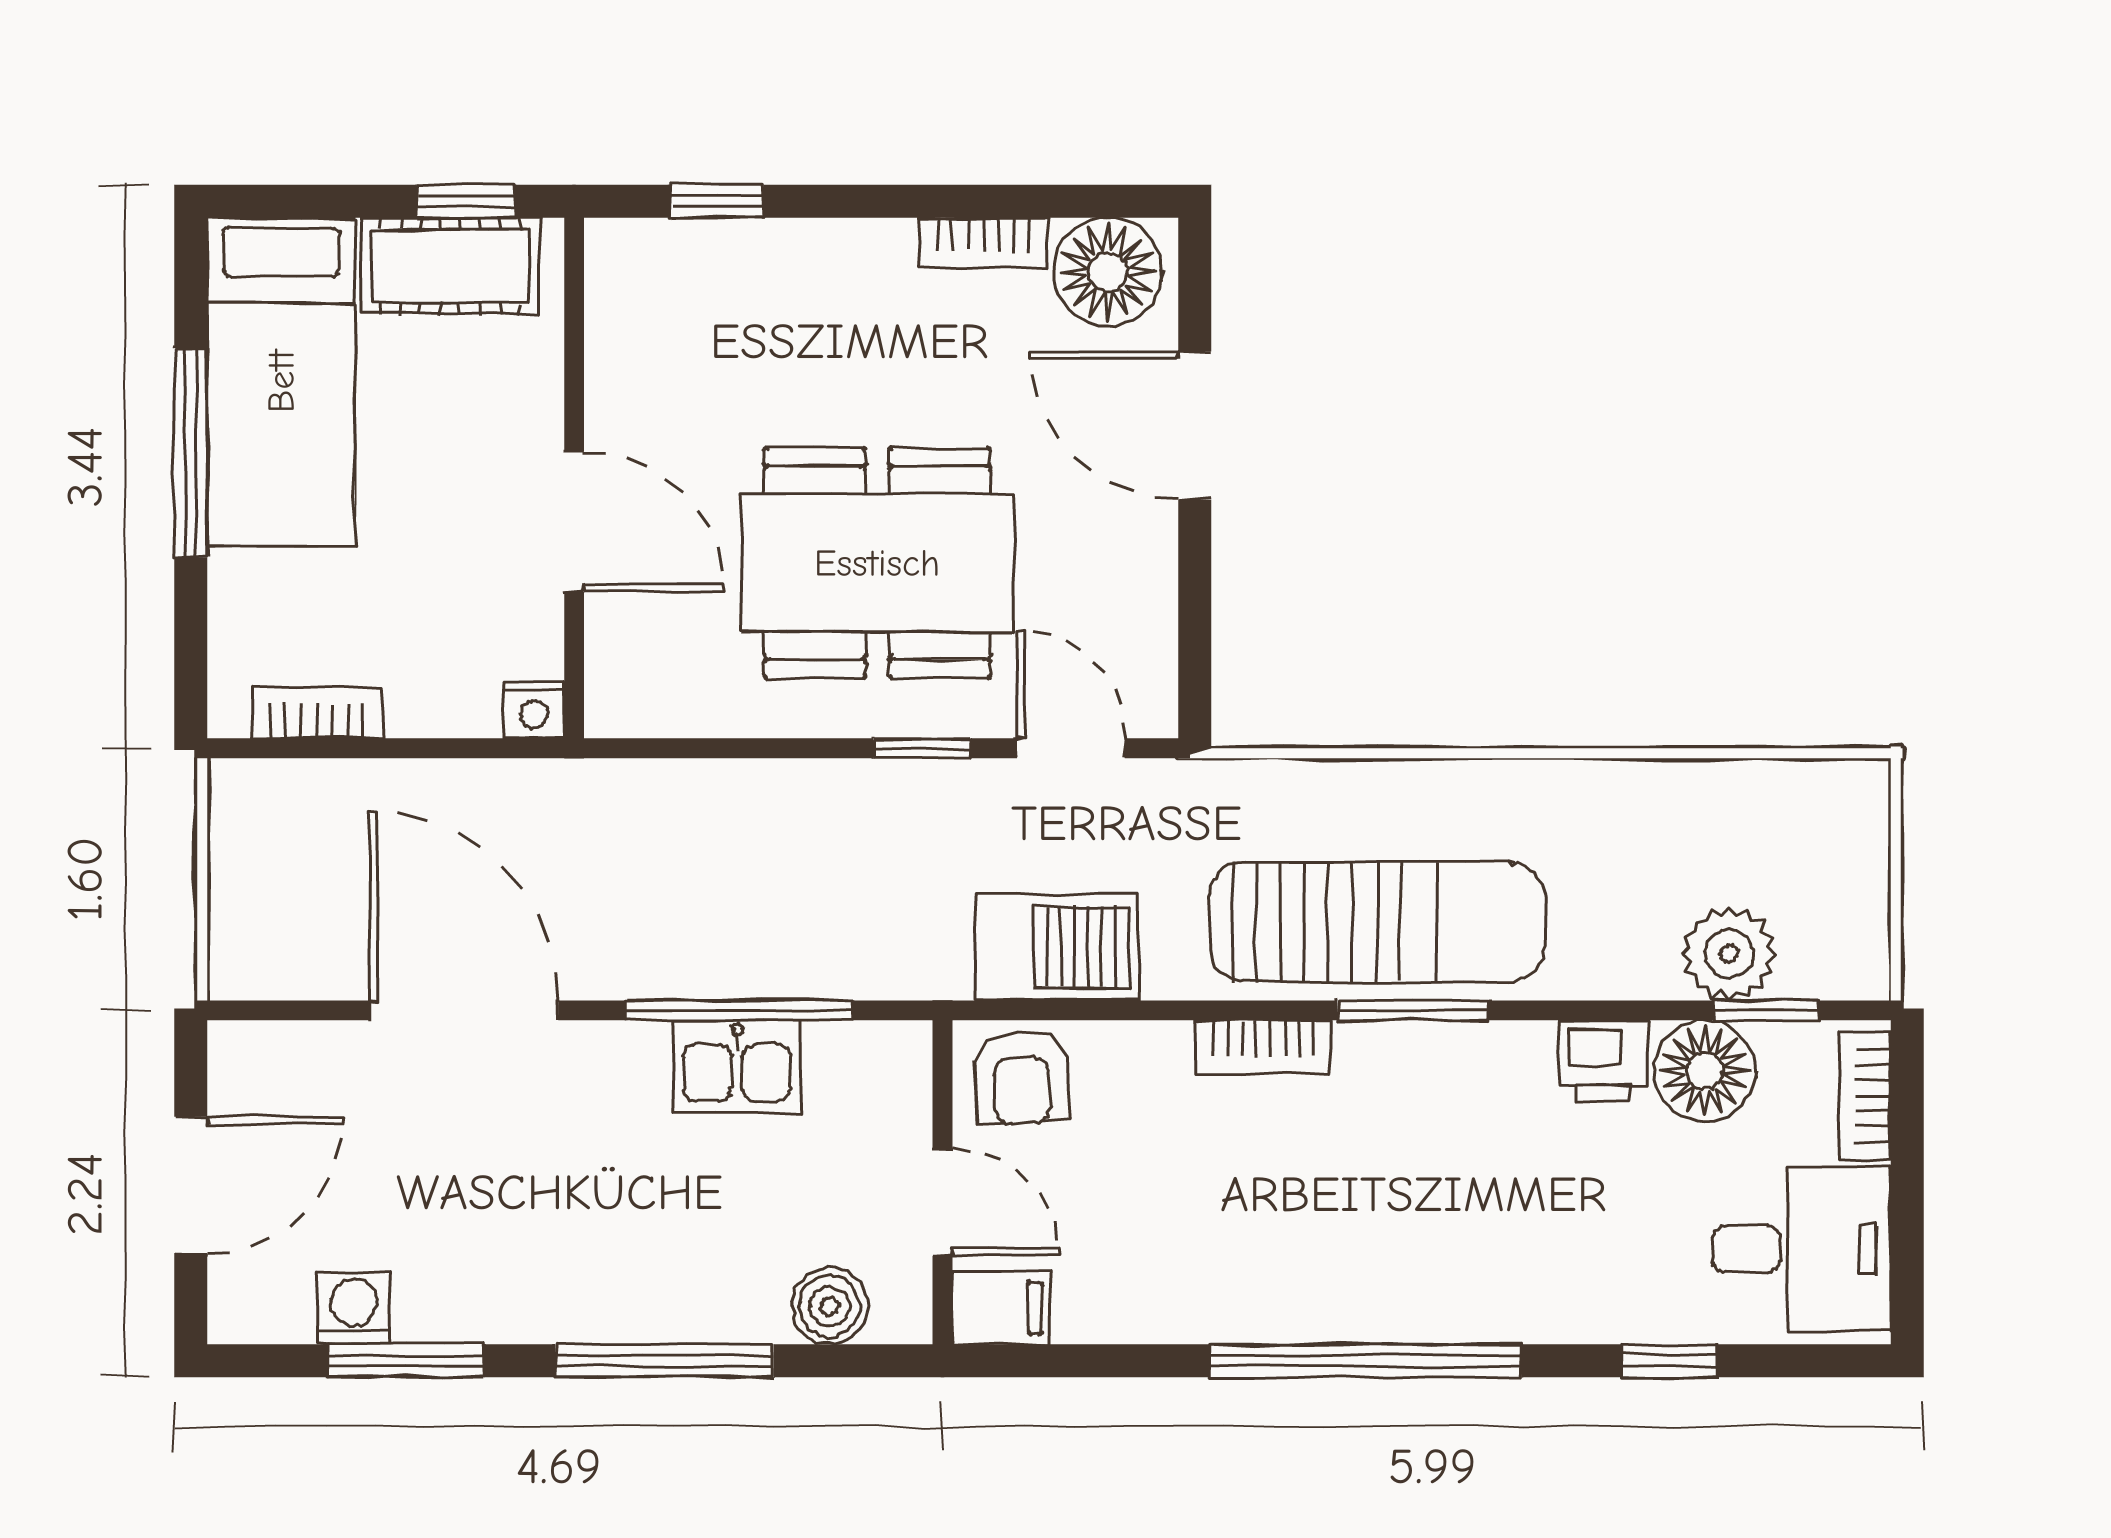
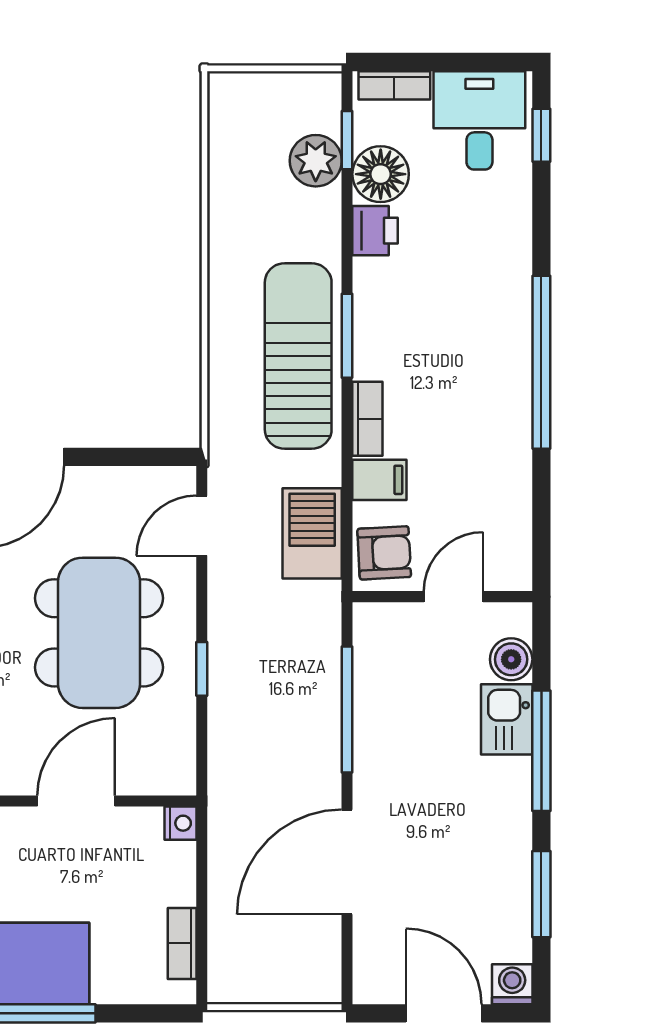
window: (922, 748) -> (202, 669), moved
kitchen sink: (737, 1066) -> (507, 719), moved, turned 180
washing machine: (354, 1308) -> (512, 984), moved, turned 90
filing cabinet: (1001, 1308) -> (379, 480), moved, turned 90
window: (1669, 1361) -> (541, 135), moved

